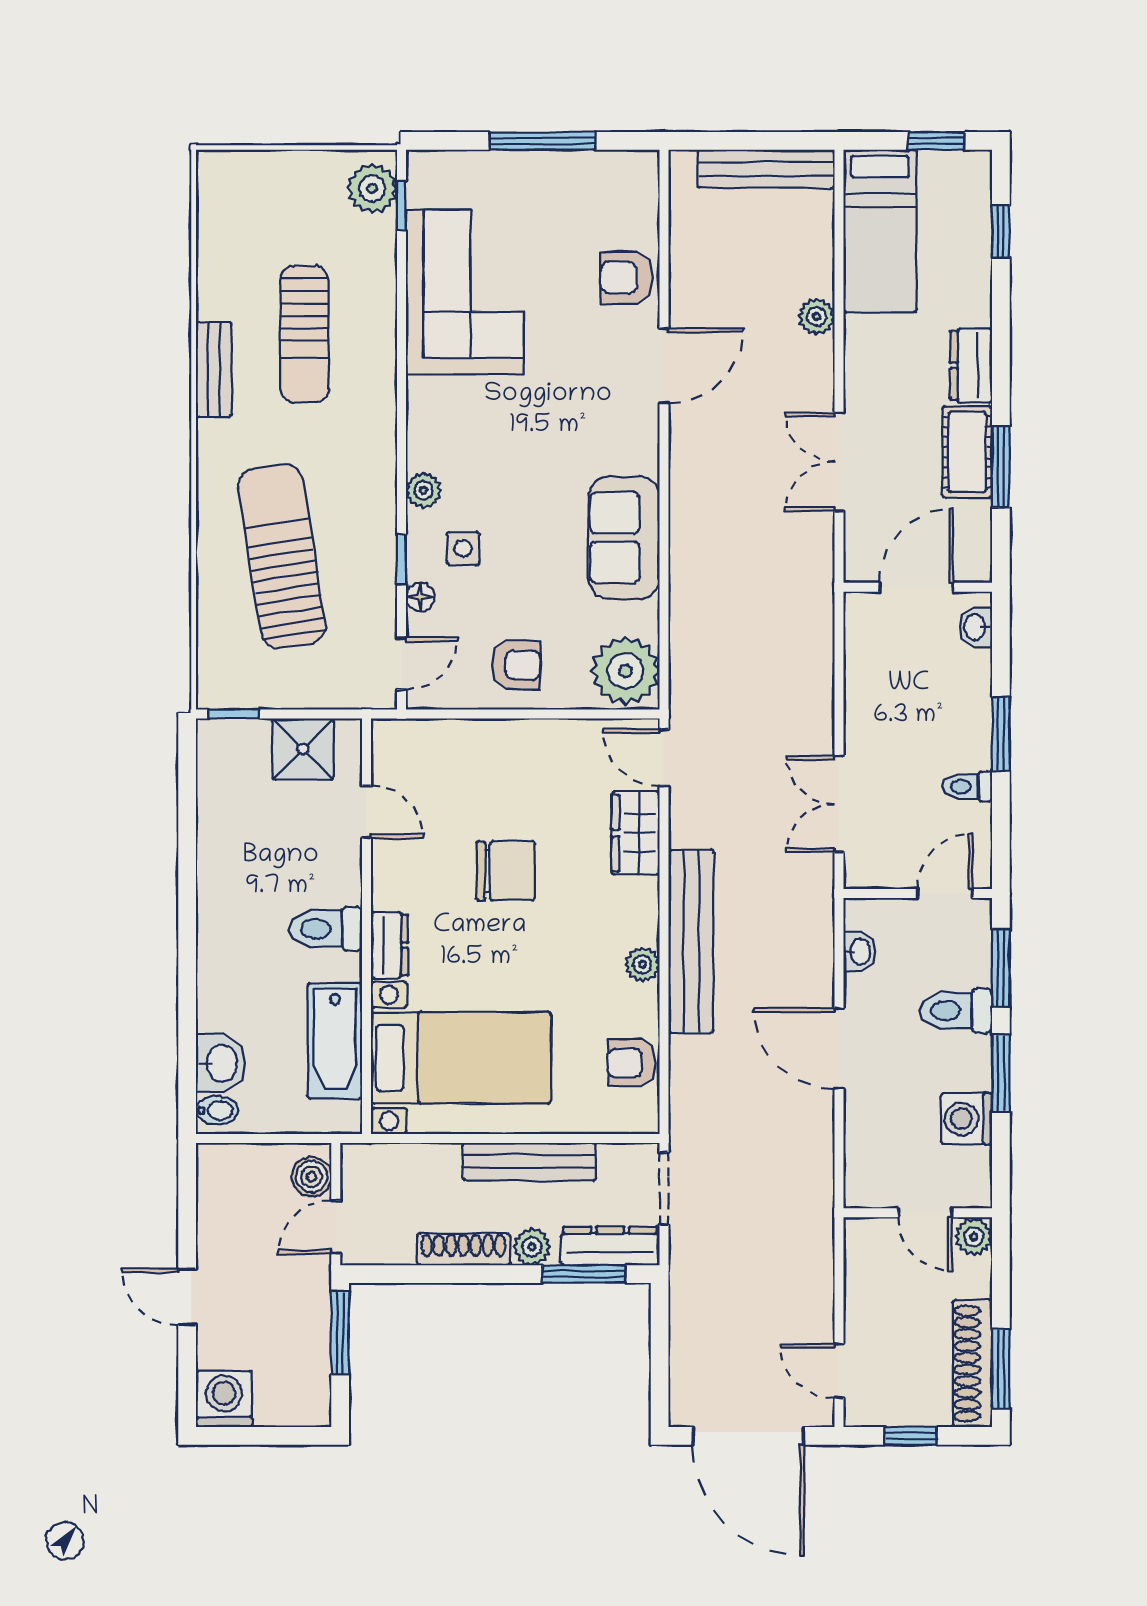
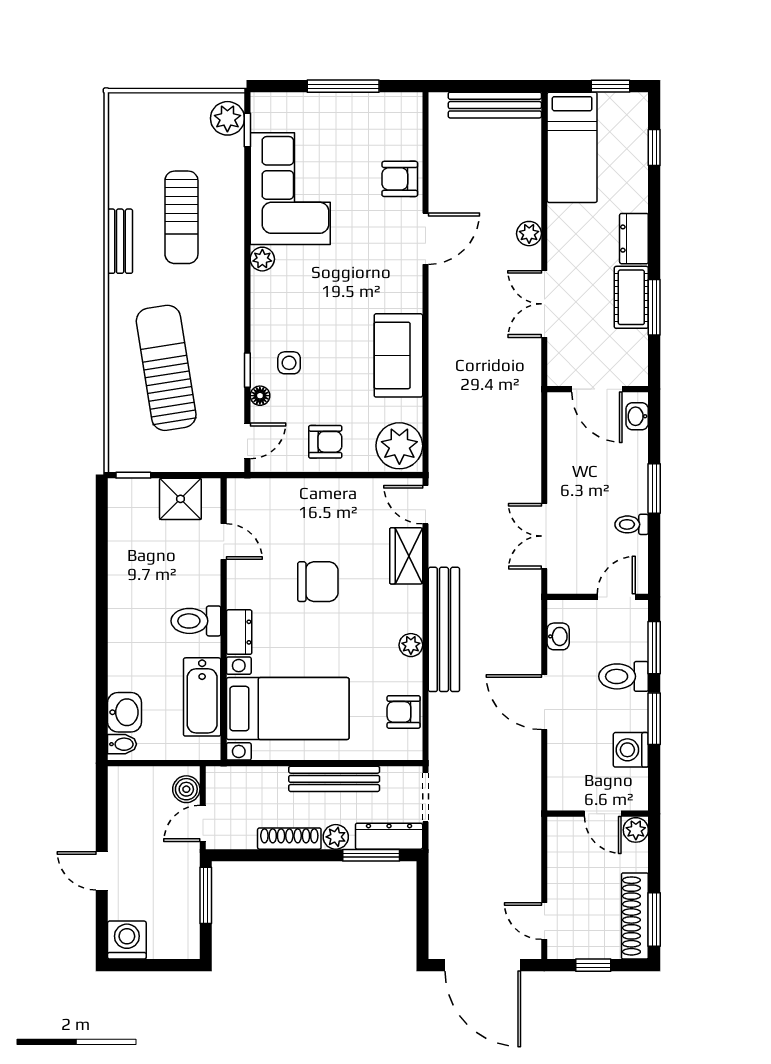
plant: (816, 317) -> (529, 234), moved
plant: (423, 490) -> (262, 259), moved
door: (916, 587) -> (597, 389), swing flipped

